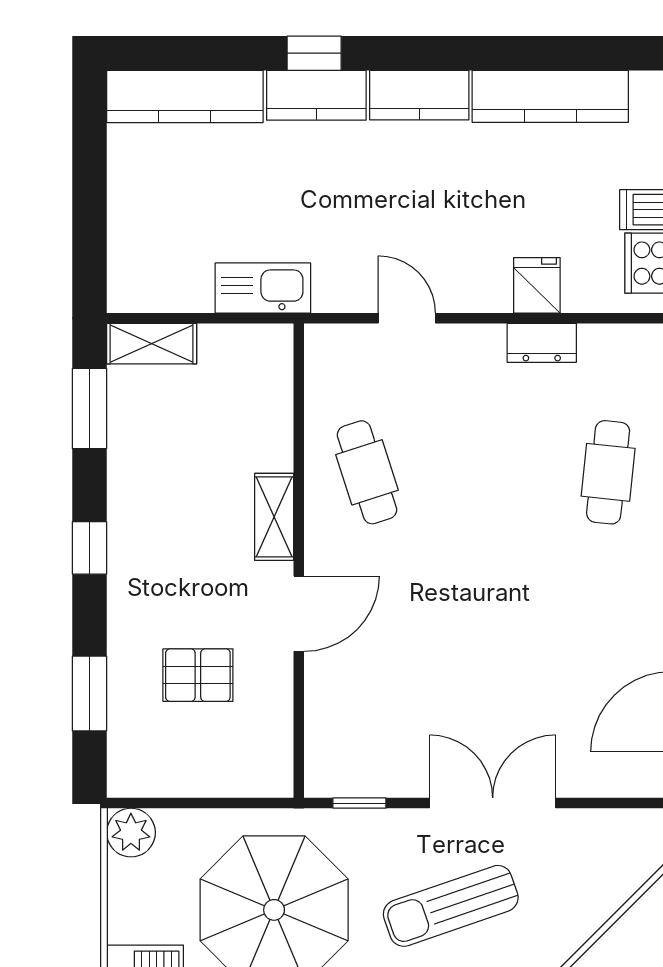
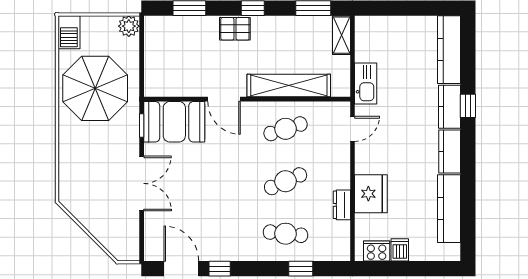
fridge: (537, 285) -> (371, 194), width x1.88, depth x1.34
door: (407, 318) -> (353, 129), moved
cafe table: (488, 472) -> (286, 181), added
shelving: (274, 517) -> (289, 86), width x2.20, depth x1.33
pallet: (198, 675) -> (235, 29), moved, turned 90
booth: (351, 728) -> (174, 122), added
sun lounger: (451, 906) -> (97, 165), removed

